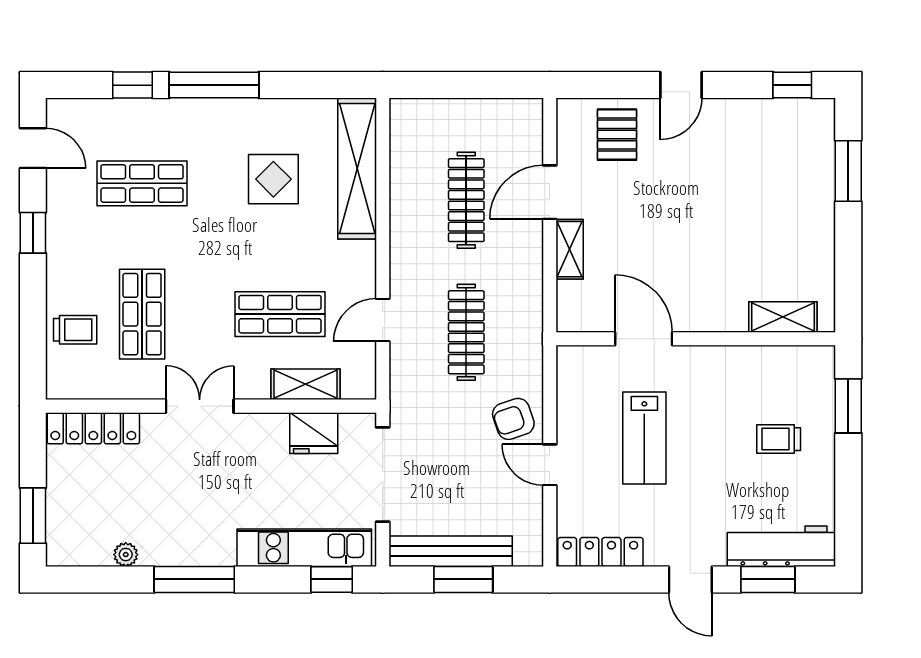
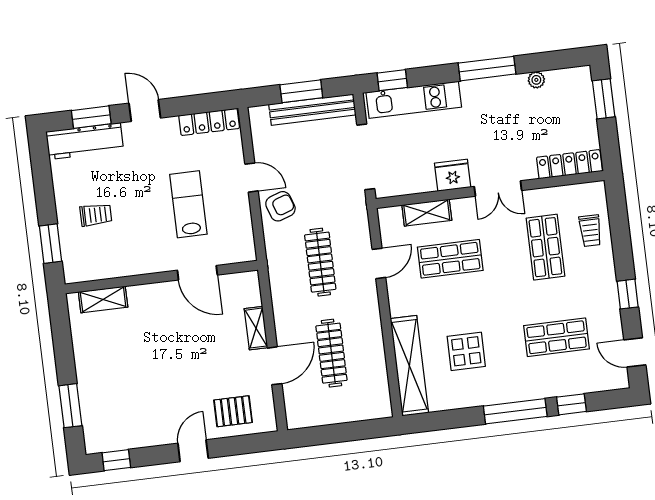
pallet: (617, 135) -> (233, 411), turned 90
trolley: (75, 330) -> (590, 231), turned -90
fridge: (314, 433) -> (453, 175), moved

